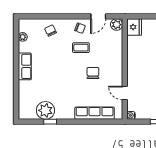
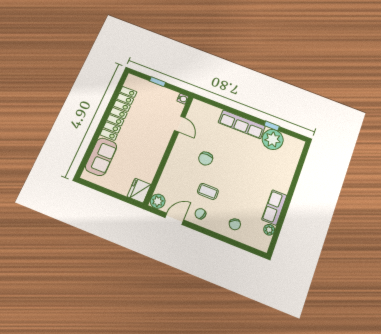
row of seats: (25, 66) -> (274, 207), moved
row of seats: (95, 113) -> (242, 124), moved

